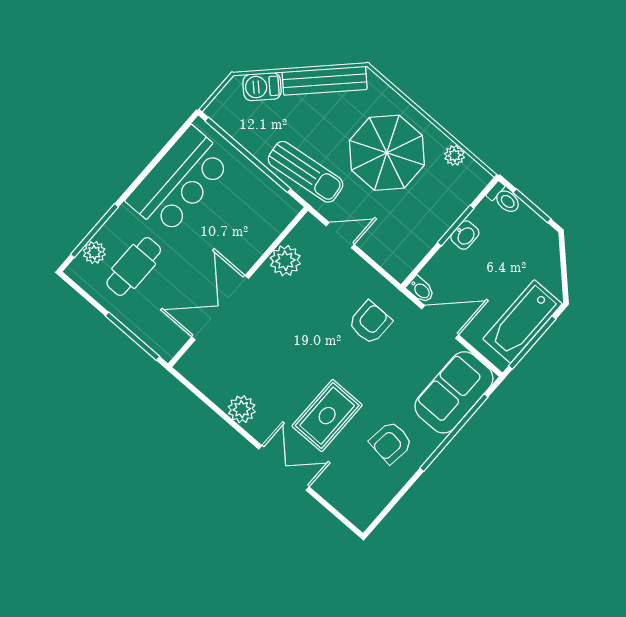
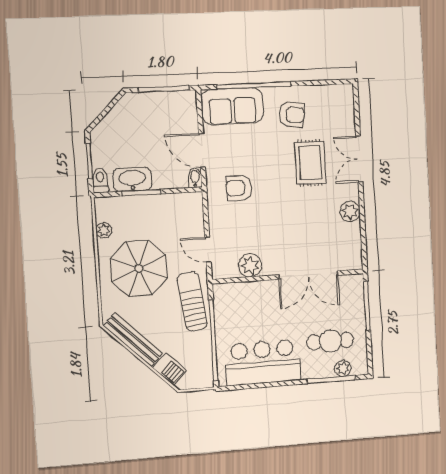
washbasin: (465, 235) -> (132, 179), width x1.91, depth x1.45
bathtub: (522, 321) -> (158, 106), removed
rug: (327, 416) -> (310, 163), turned 90

